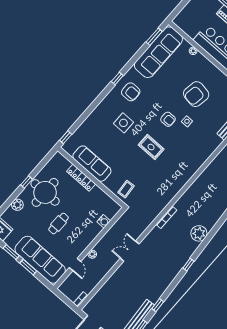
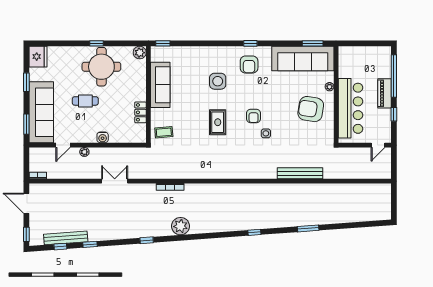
armchair: (196, 94) -> (311, 109), moved
locker: (81, 178) -> (140, 112), moved, width x0.66
plant: (17, 205) -> (140, 53), moved
water cooler: (104, 221) -> (103, 137), moved
window: (28, 267) -> (26, 124), moved

